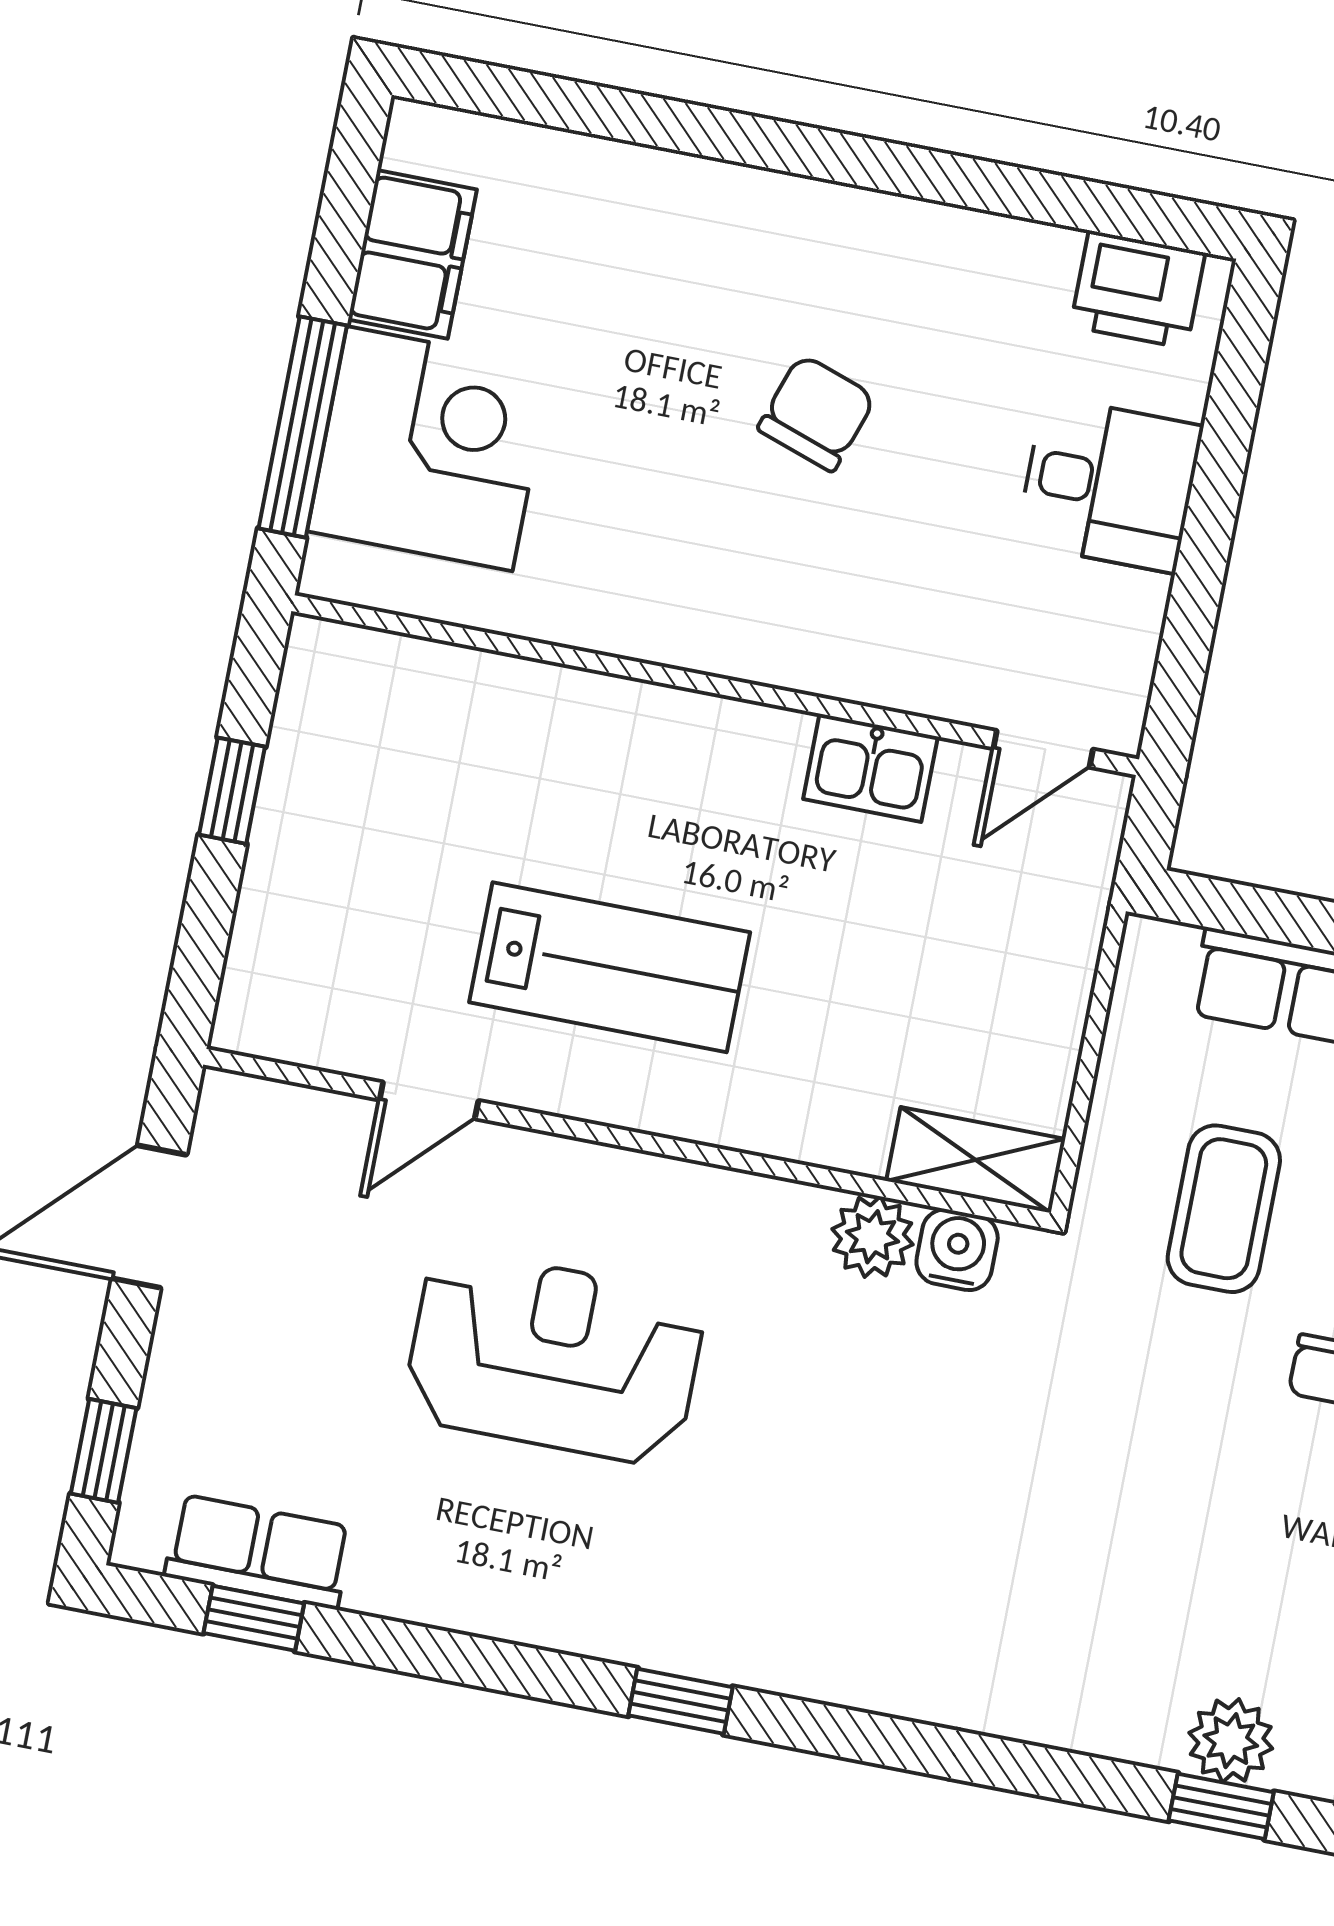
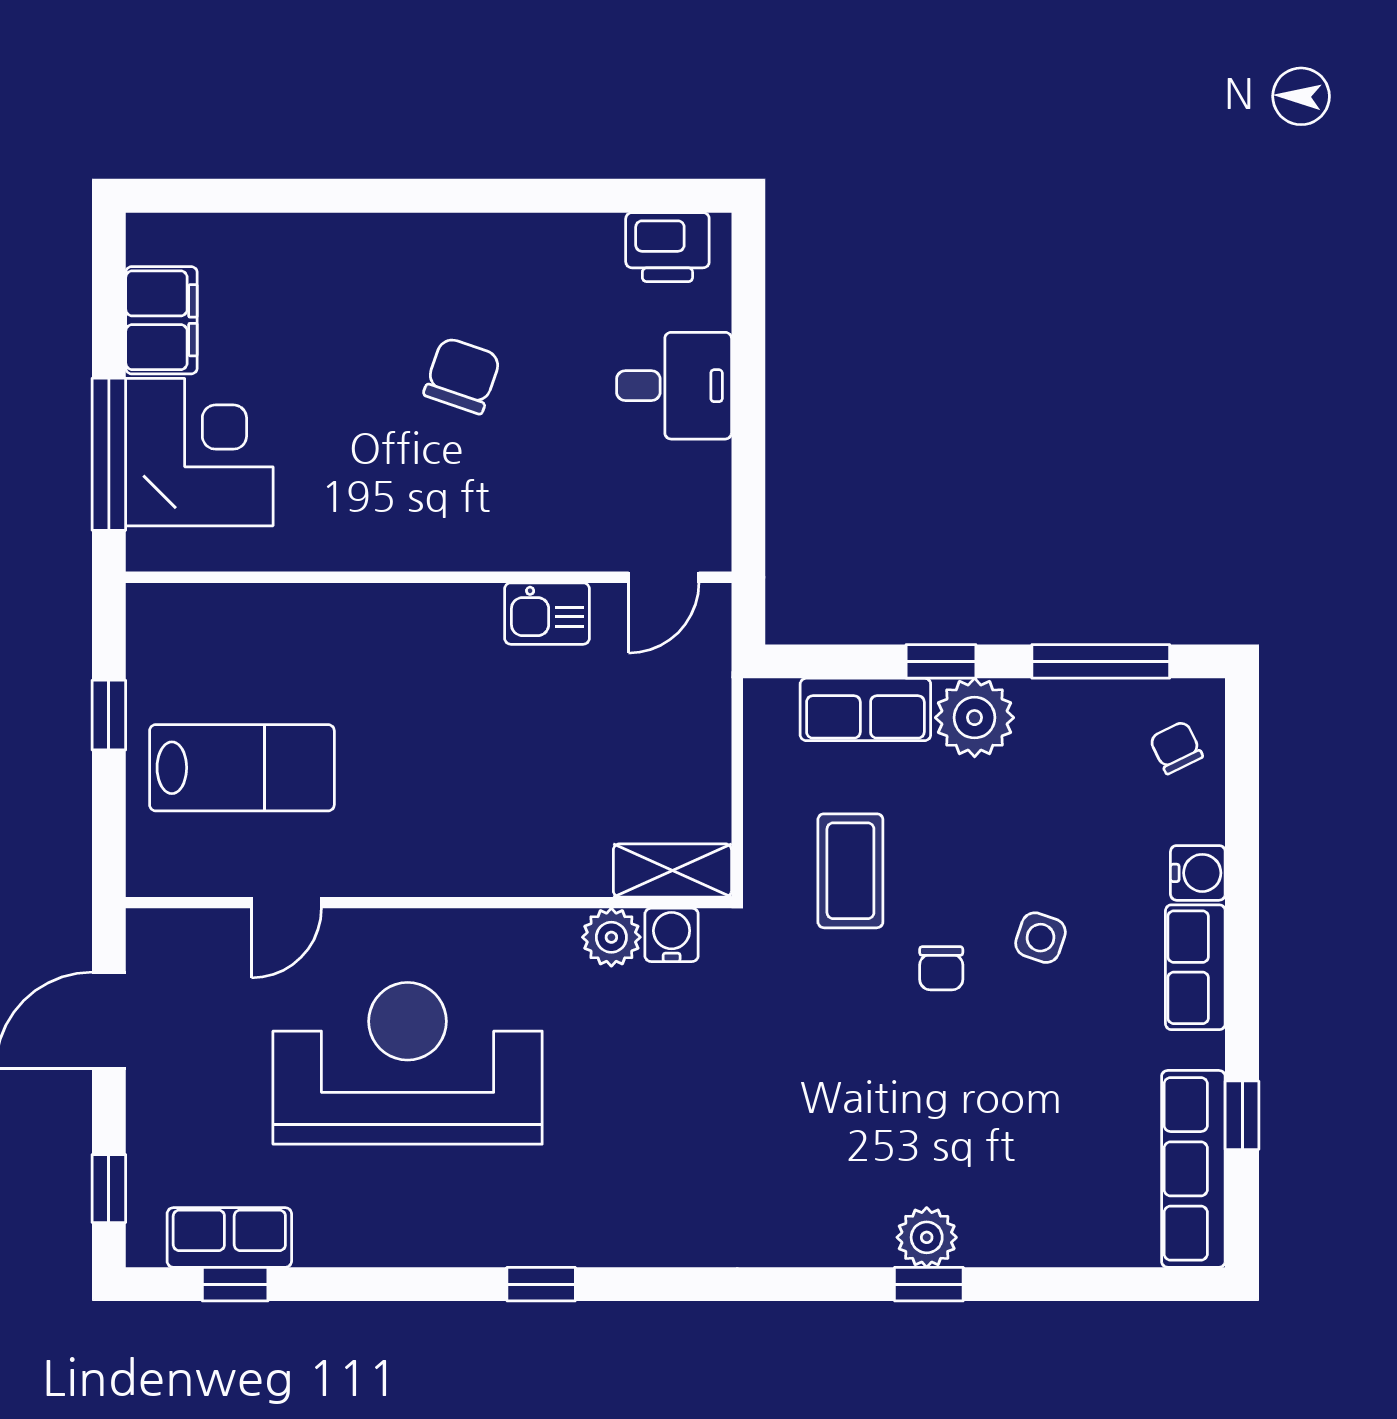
lab bench: (610, 967) -> (242, 768), moved
reception desk: (554, 1357) -> (408, 1063), width x1.36, depth x1.30

